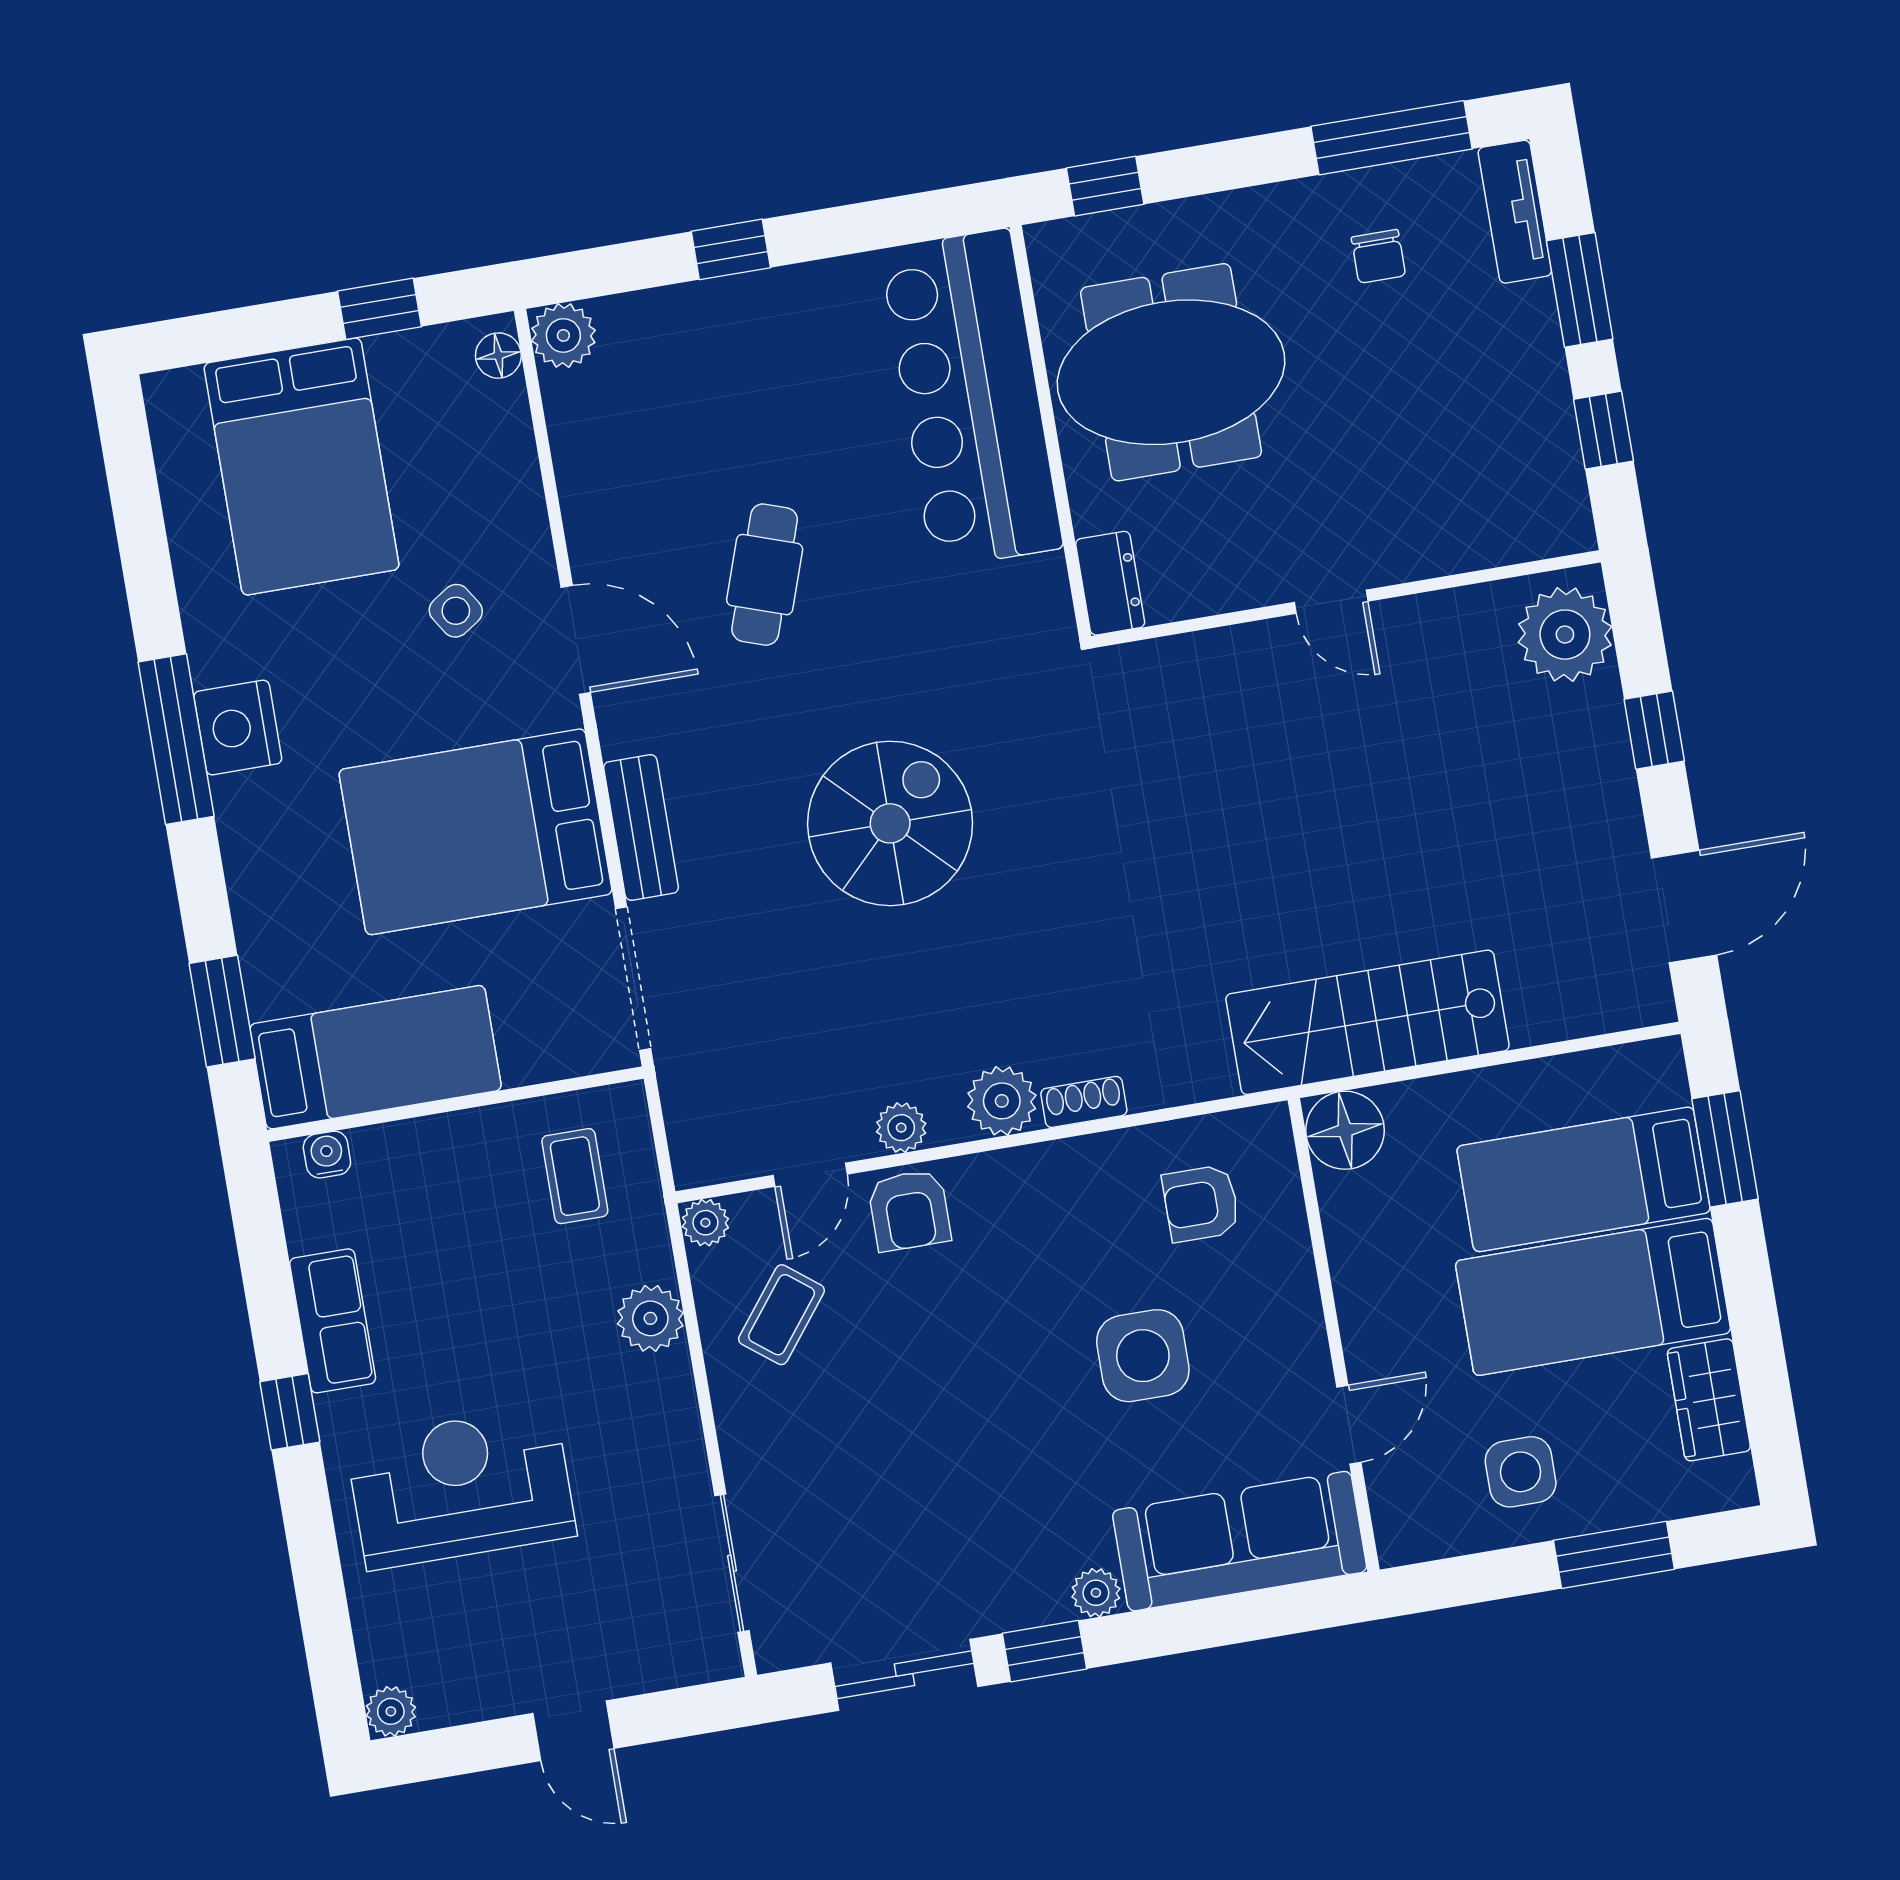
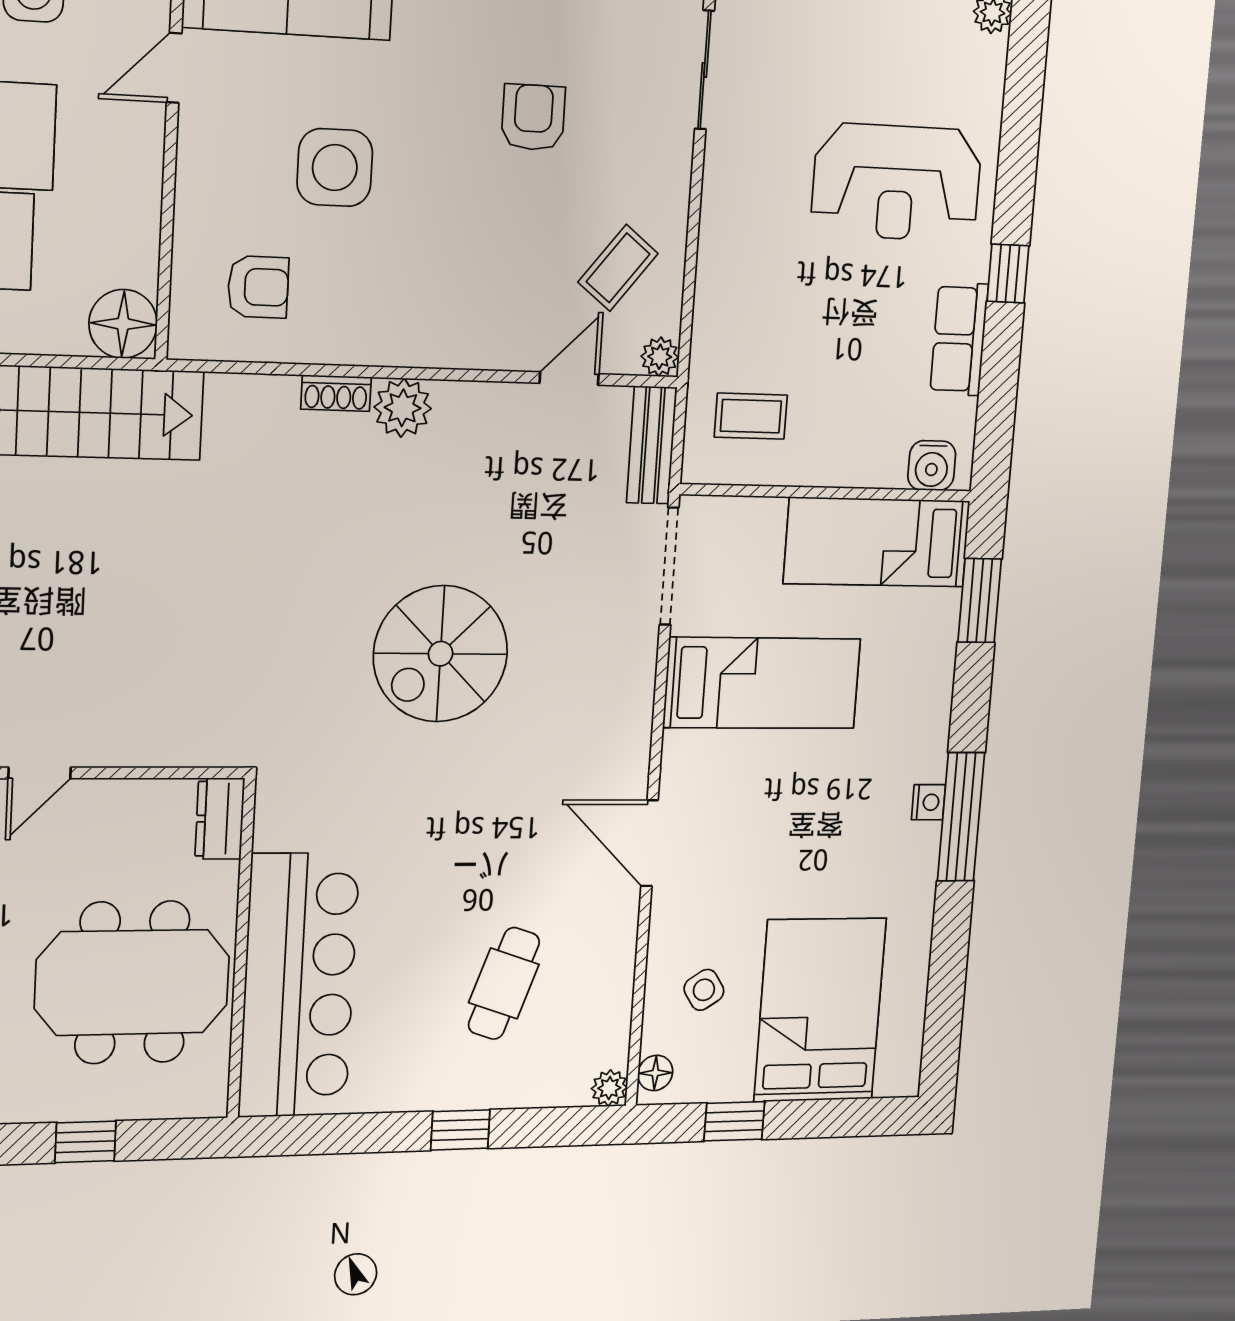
window: (1105, 186) -> (85, 1142), moved
plant: (563, 335) -> (609, 1088), width x0.73, depth x0.73
cafe table: (765, 575) -> (504, 983), moved
door: (1331, 602) -> (40, 773), swing flipped
side table: (456, 611) -> (704, 990), moved
nightstand: (238, 728) -> (929, 802), width x0.53, depth x0.56
bench: (641, 828) -> (652, 445), moved
bed: (475, 832) -> (762, 683), width x0.67
plant: (901, 1128) -> (488, 402), removed
water cooler: (327, 1155) -> (932, 466), width x1.38, depth x1.38
coffee table: (575, 1176) -> (751, 416), turned 90
armchair: (909, 1210) -> (533, 117), moved
plant: (650, 1318) -> (720, 288), removed

